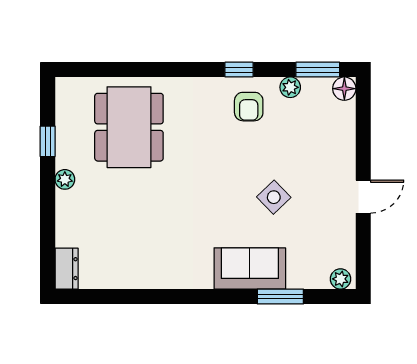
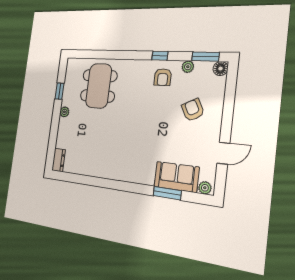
armchair: (307, 158) -> (193, 110), added
side table: (274, 197) -> (171, 132), removed
door: (363, 197) -> (223, 153), moved
sofa: (250, 268) -> (176, 177), moved

